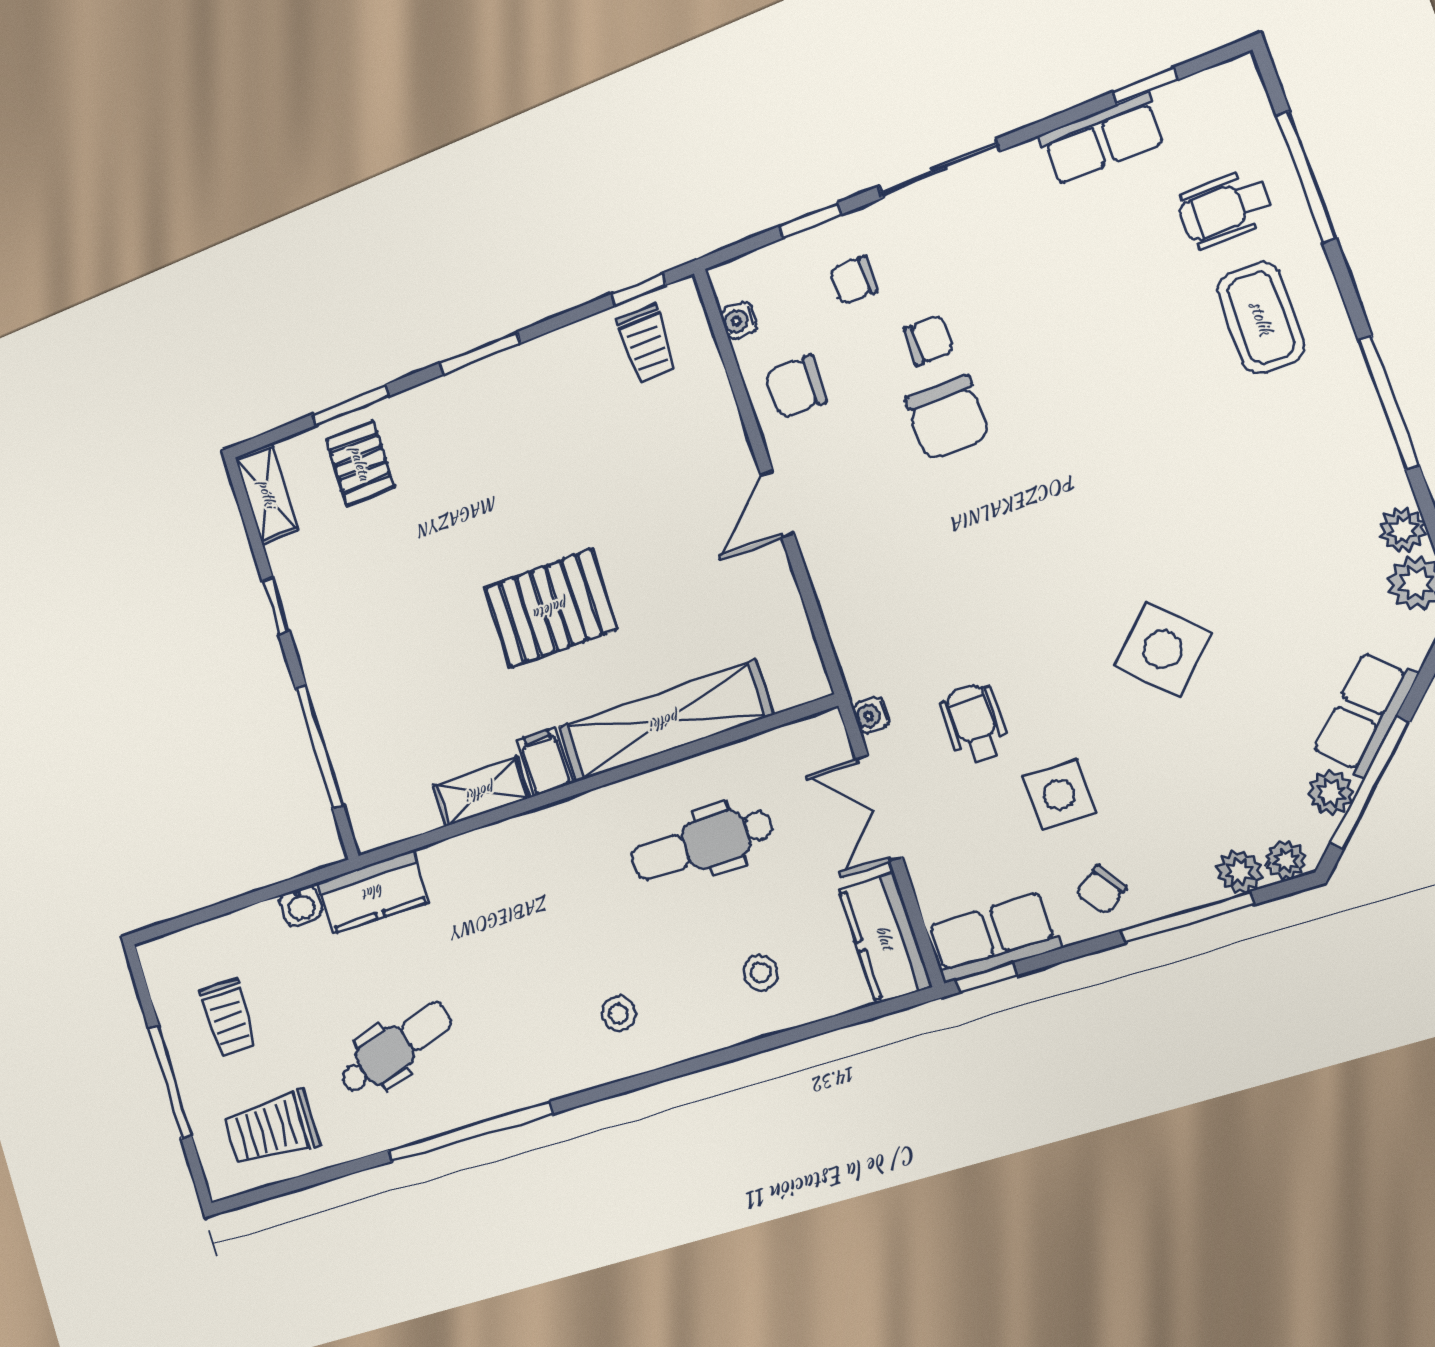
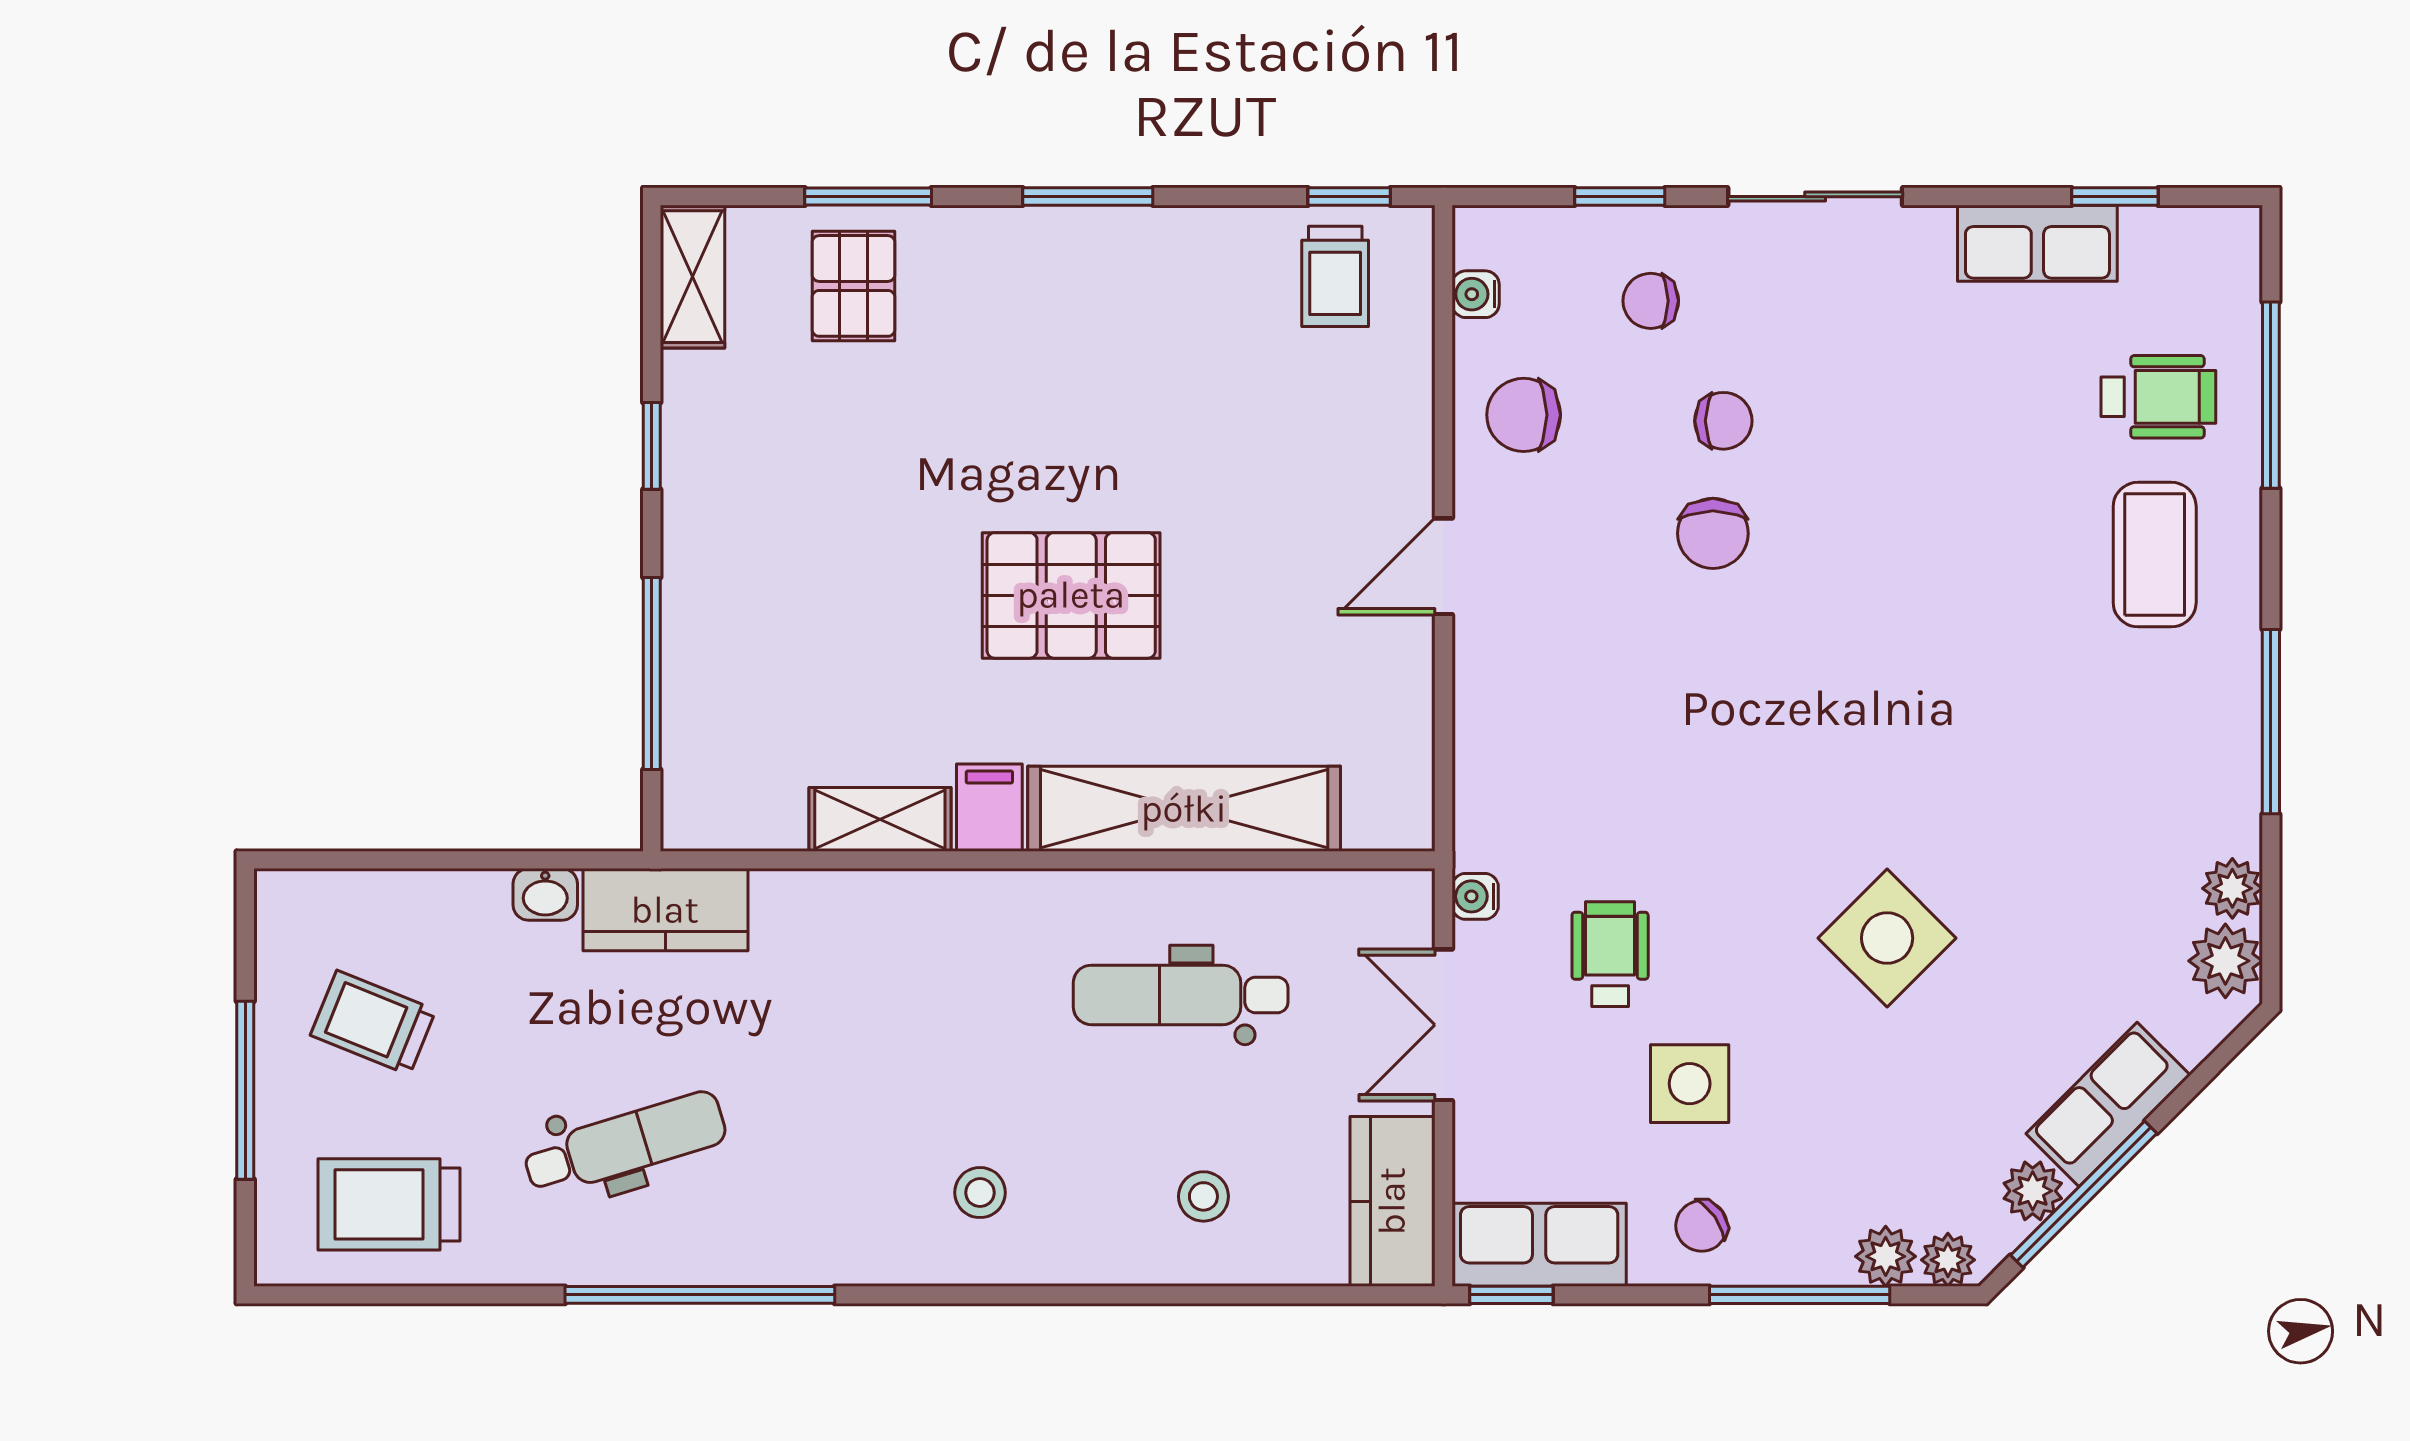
wheelchair: (1225, 209) -> (2158, 397), turned 180
chair: (947, 417) -> (1713, 533), width x0.73, depth x0.73
trolley: (228, 1018) -> (373, 1023), turned 112

